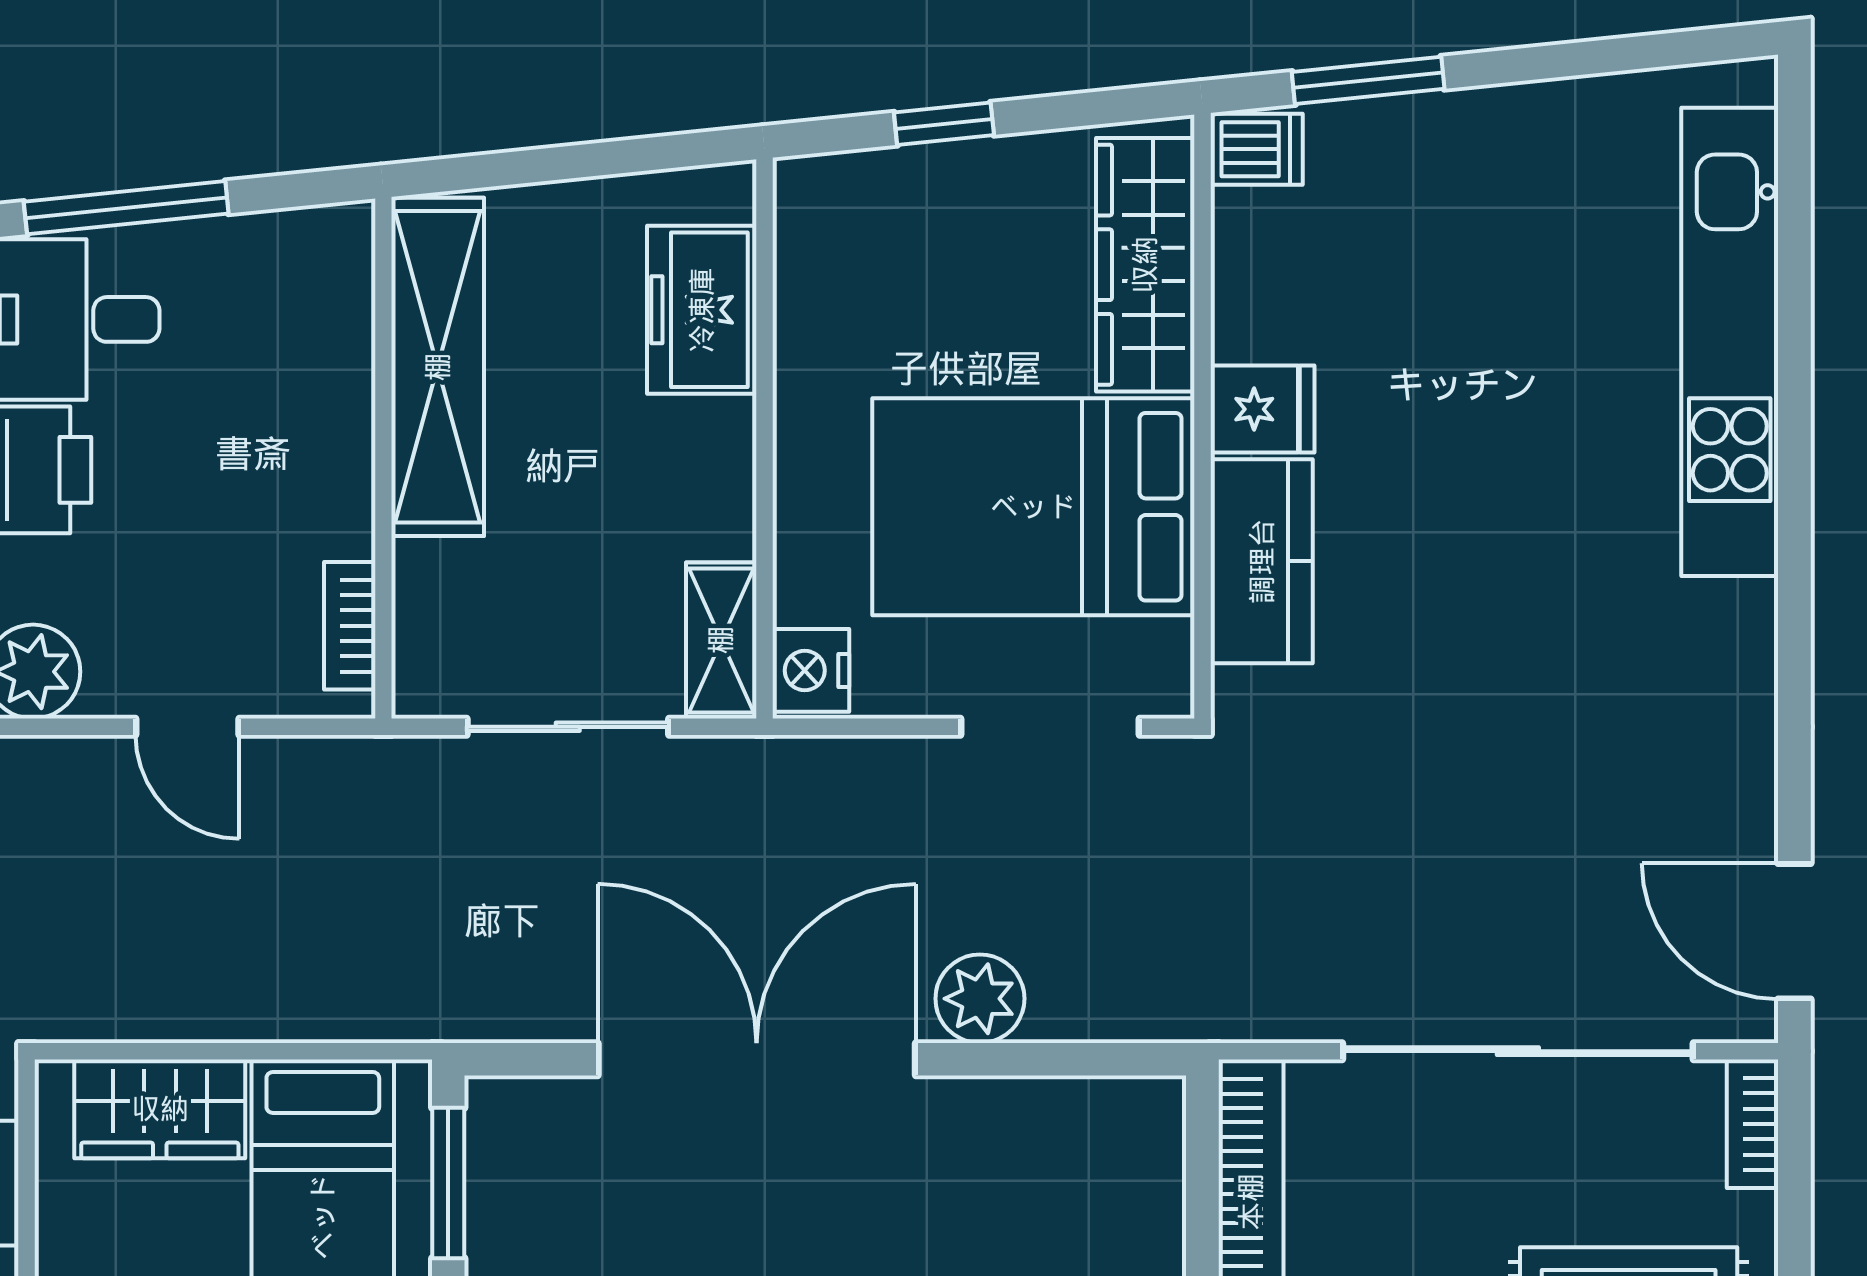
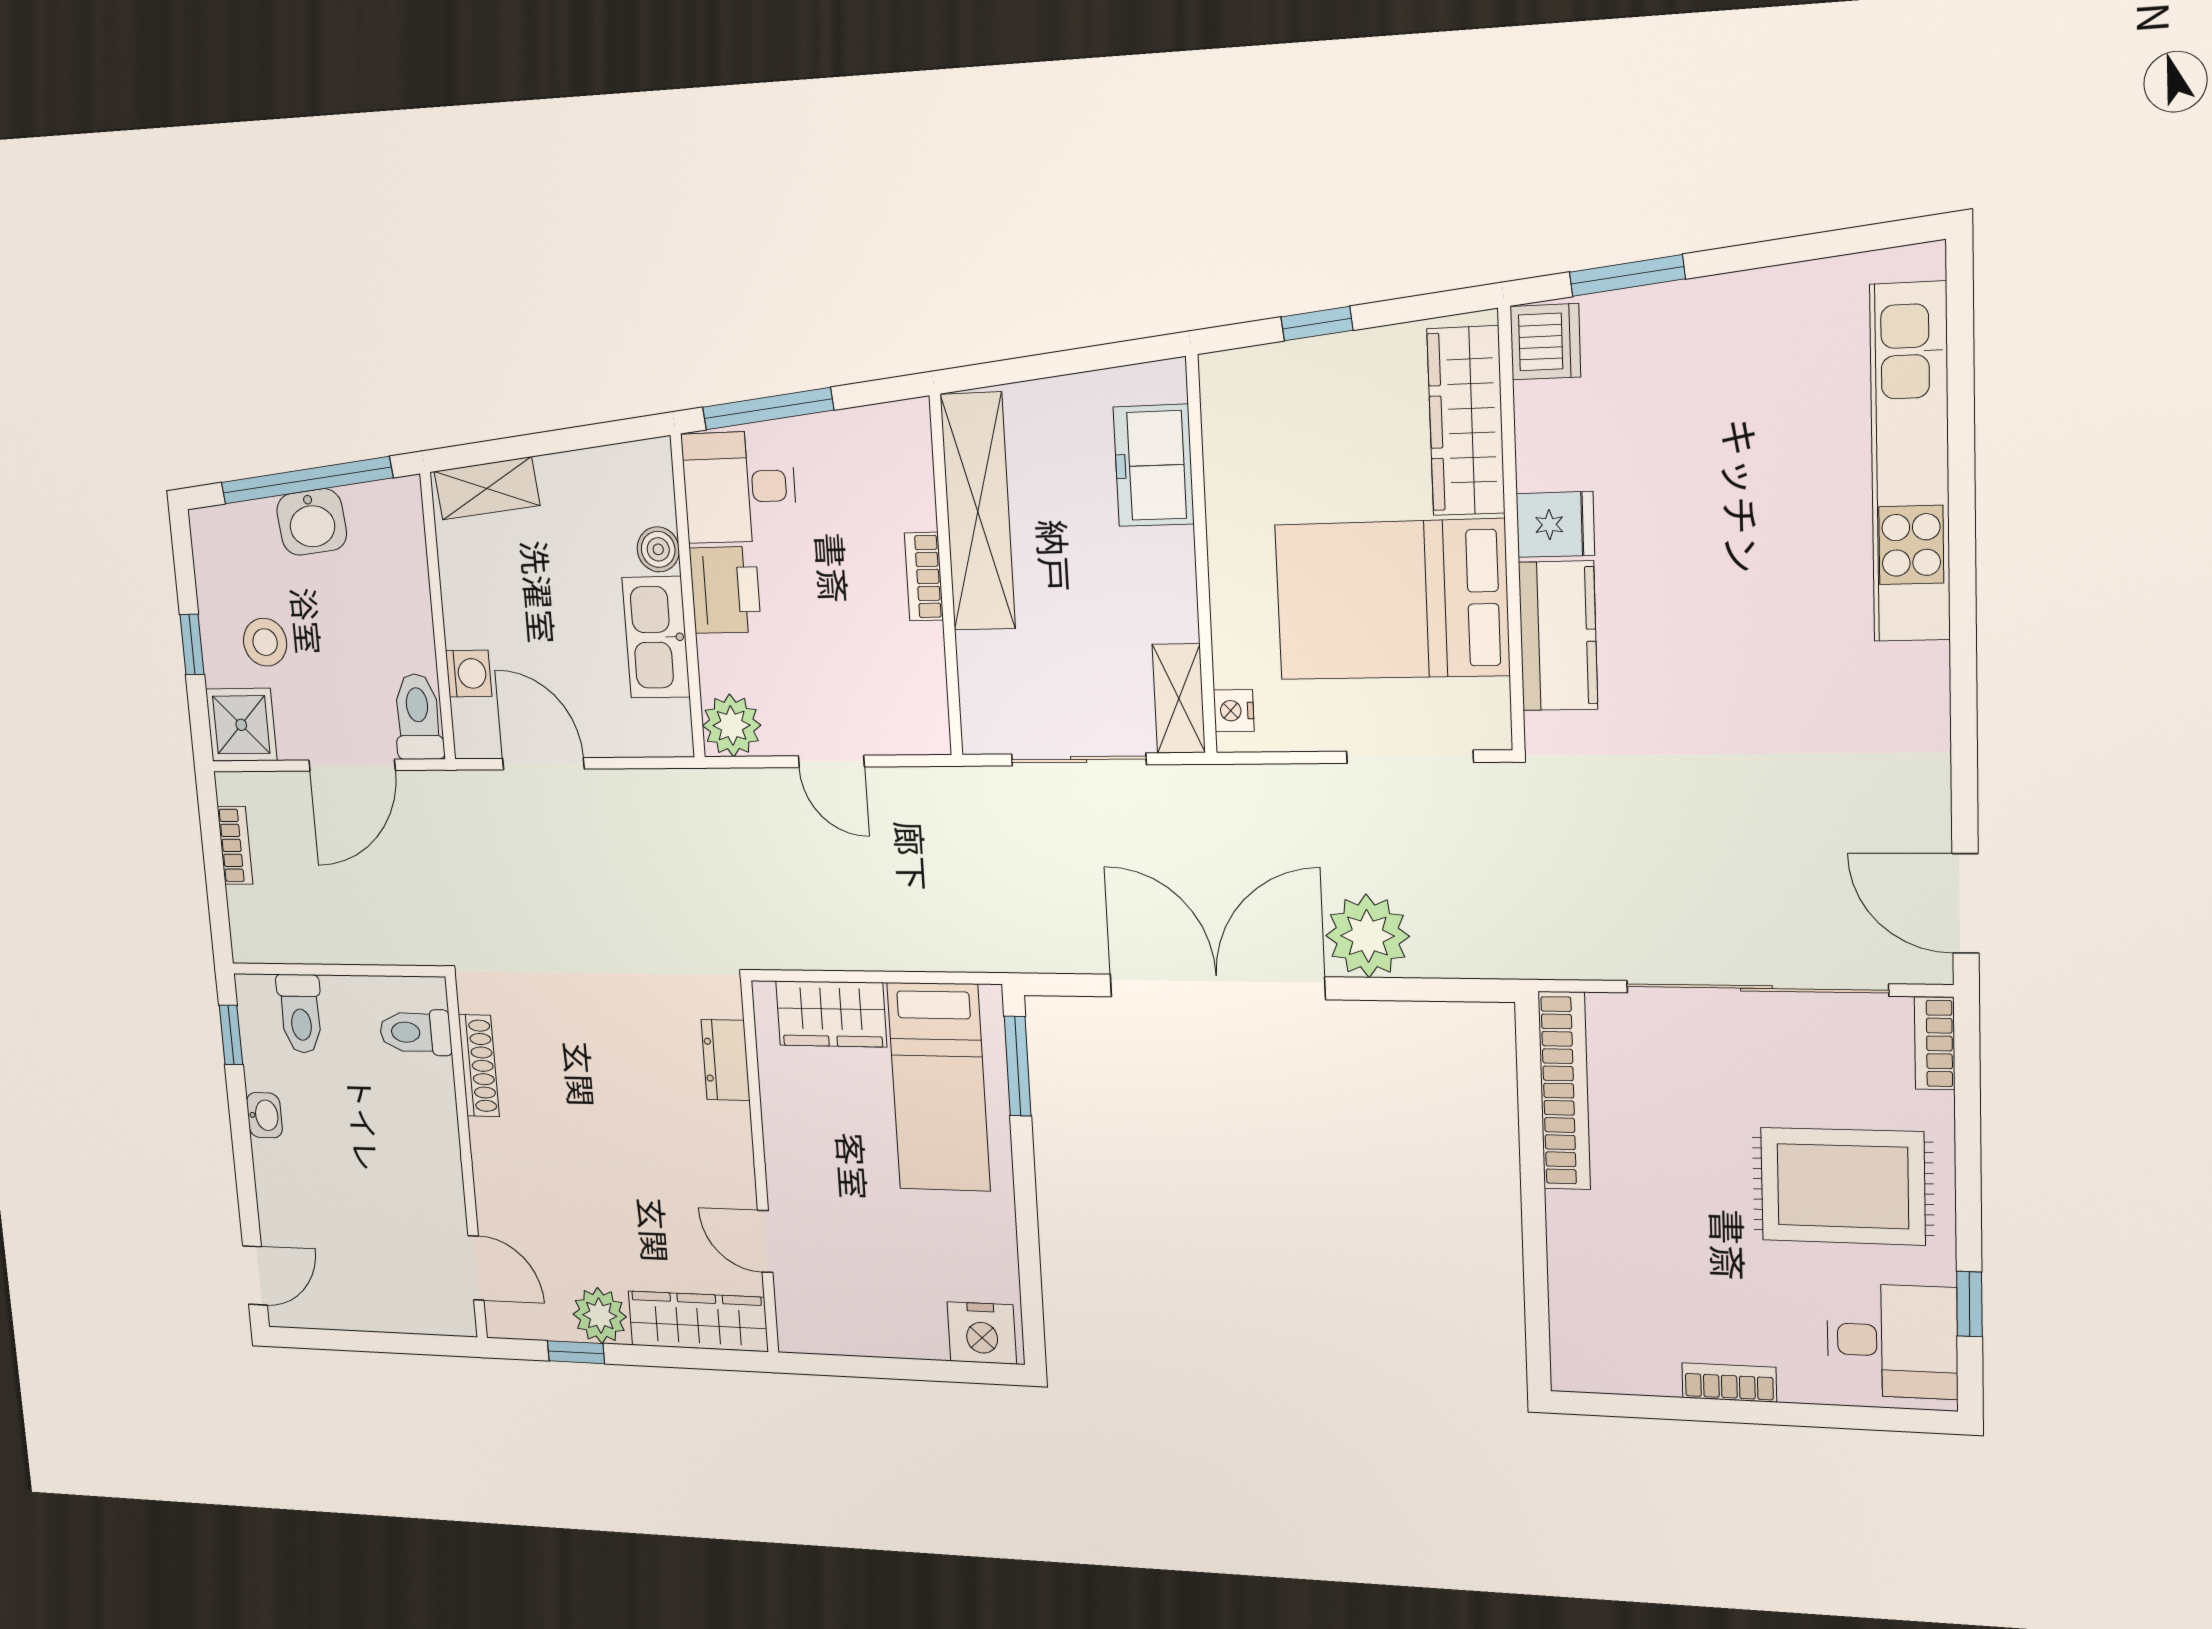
dishwasher: (1257, 149) -> (1545, 342), width x1.38
bookcase: (350, 626) -> (924, 577), moved
nightstand: (811, 670) -> (1234, 711), width x0.72, depth x0.74
plant: (980, 999) -> (1368, 936), width x1.36, depth x1.36

